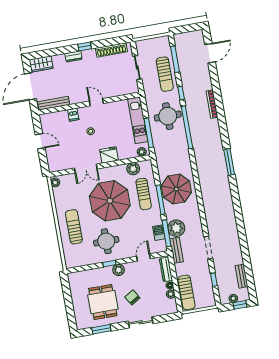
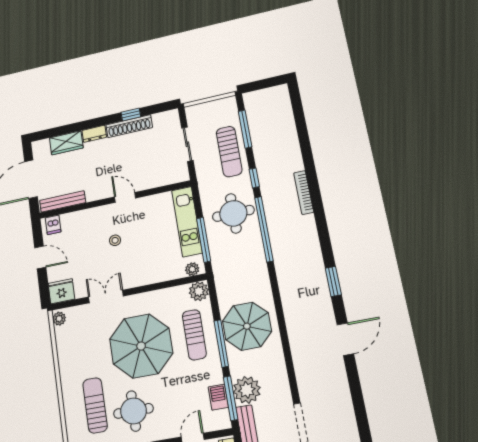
window: (85, 47) -> (131, 115), moved
shoe rack: (111, 50) -> (129, 126), moved
door: (210, 53) -> (345, 339), moved
wardrobe: (41, 64) -> (66, 143), moved
dishwasher: (73, 115) -> (53, 225), moved
fridge: (109, 155) -> (61, 291), moved
window: (229, 162) -> (333, 281), width x0.69
double door: (86, 168) -> (106, 296), swing flipped
plant: (133, 169) -> (199, 291), moved
sun lounger: (74, 227) -> (95, 405), moved

